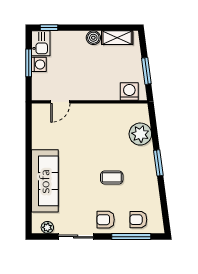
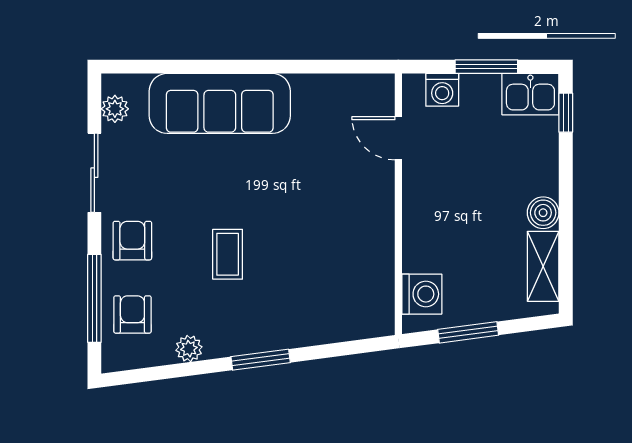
washing machine: (39, 64) -> (442, 90), moved
plant: (140, 134) -> (189, 349), moved, width x0.53, depth x0.53

